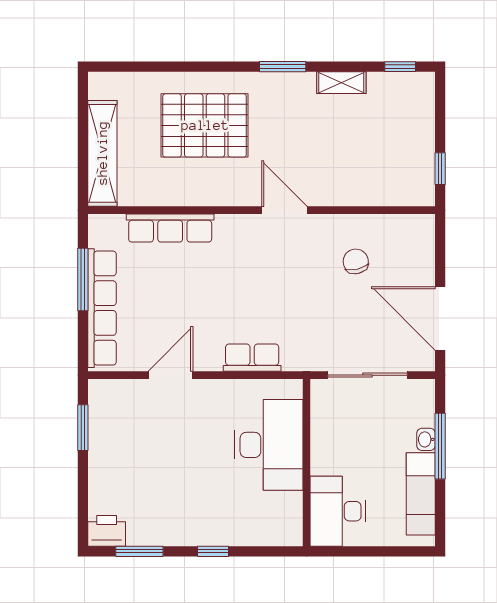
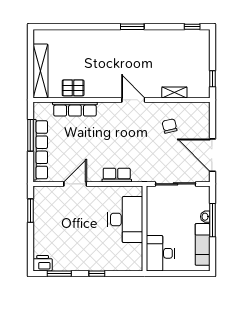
shelving: (341, 83) -> (174, 92), moved
pallet: (205, 125) -> (73, 88), moved, width x0.49, depth x0.50

